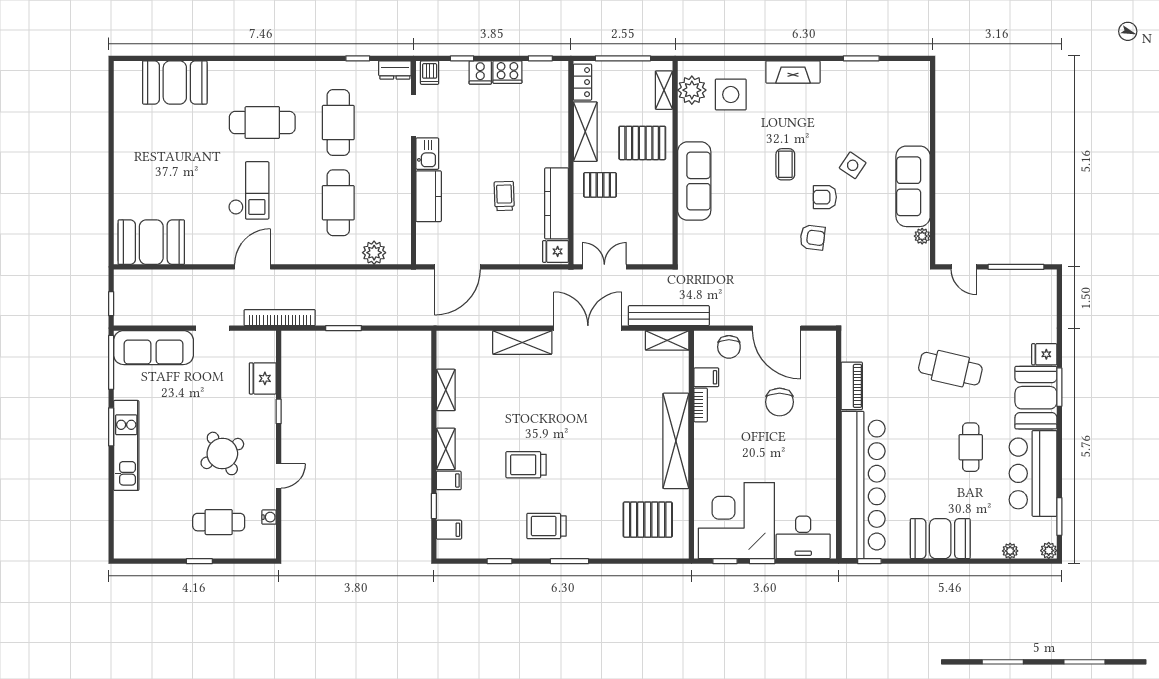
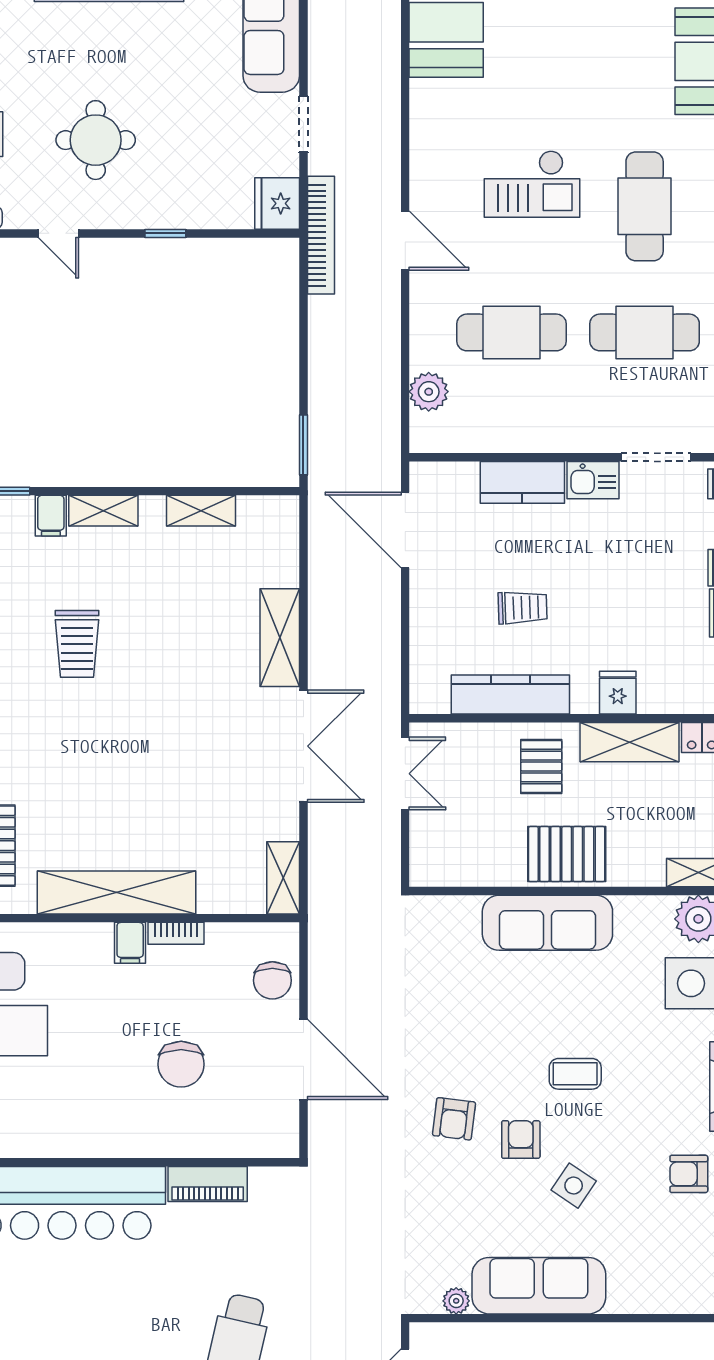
armchair: (846, 96) -> (689, 1174), added
pallet: (642, 143) -> (567, 854), moved, turned 90
fridge: (555, 251) -> (618, 693), moved
door: (253, 267) -> (405, 241), moved
bench: (669, 316) -> (324, 881), removed
window: (344, 328) -> (303, 445), moved
door: (777, 328) -> (303, 1059), swing flipped
chair: (729, 347) -> (272, 980), turned -90
filing cabinet: (706, 377) -> (130, 943), moved
fridge: (263, 378) -> (277, 203), moved, turned -90
chair: (780, 402) -> (181, 1064), turned -90
round table: (222, 453) -> (96, 140), turned 31
trolley: (526, 465) -> (77, 644), turned 180

